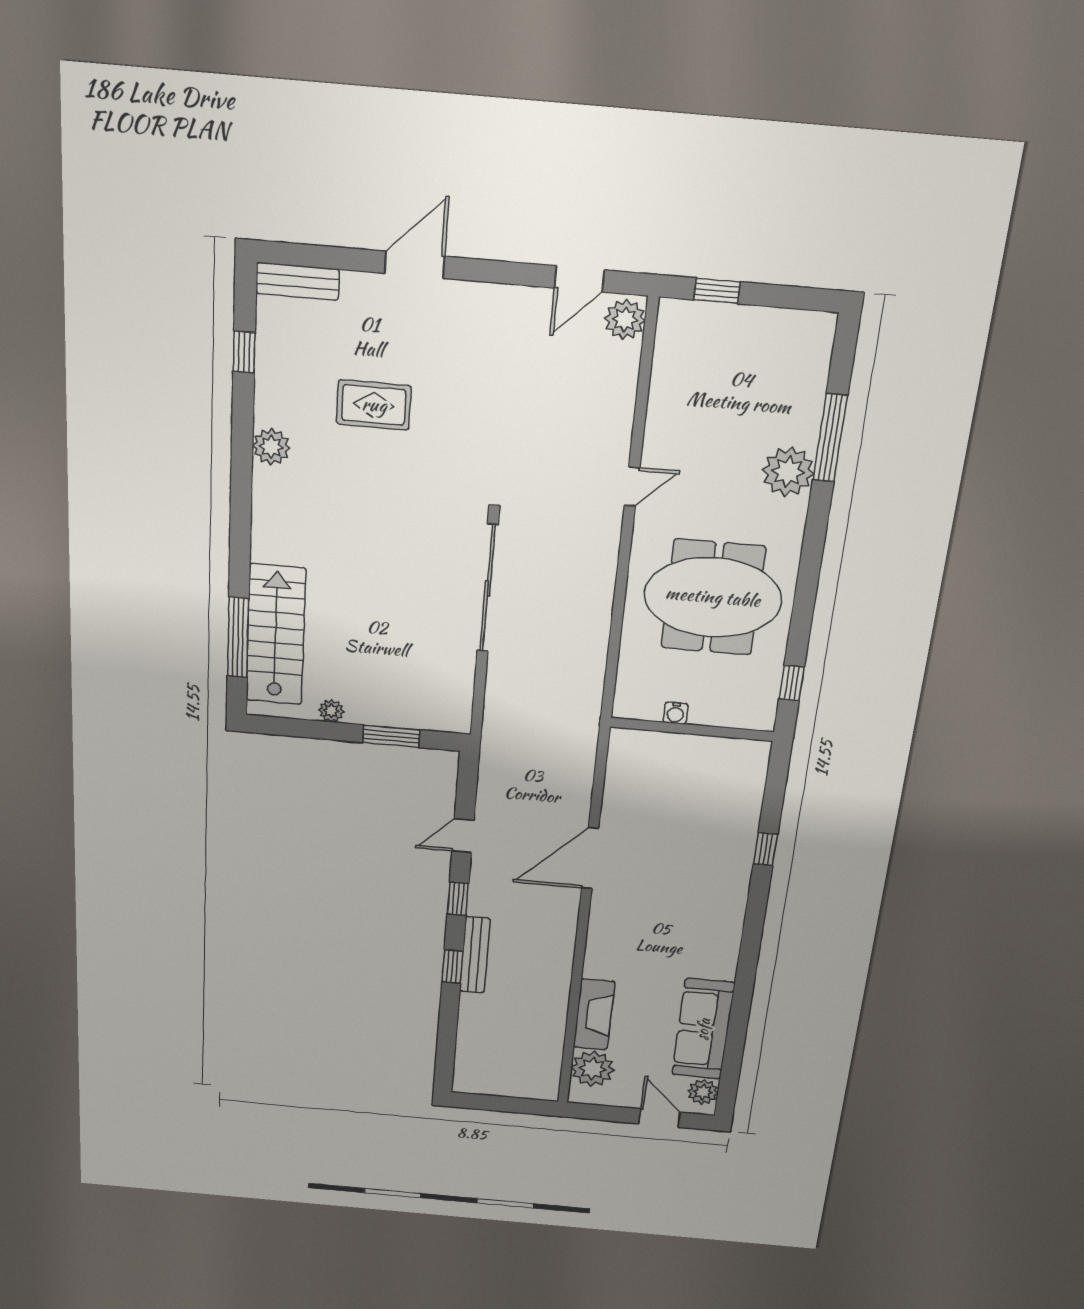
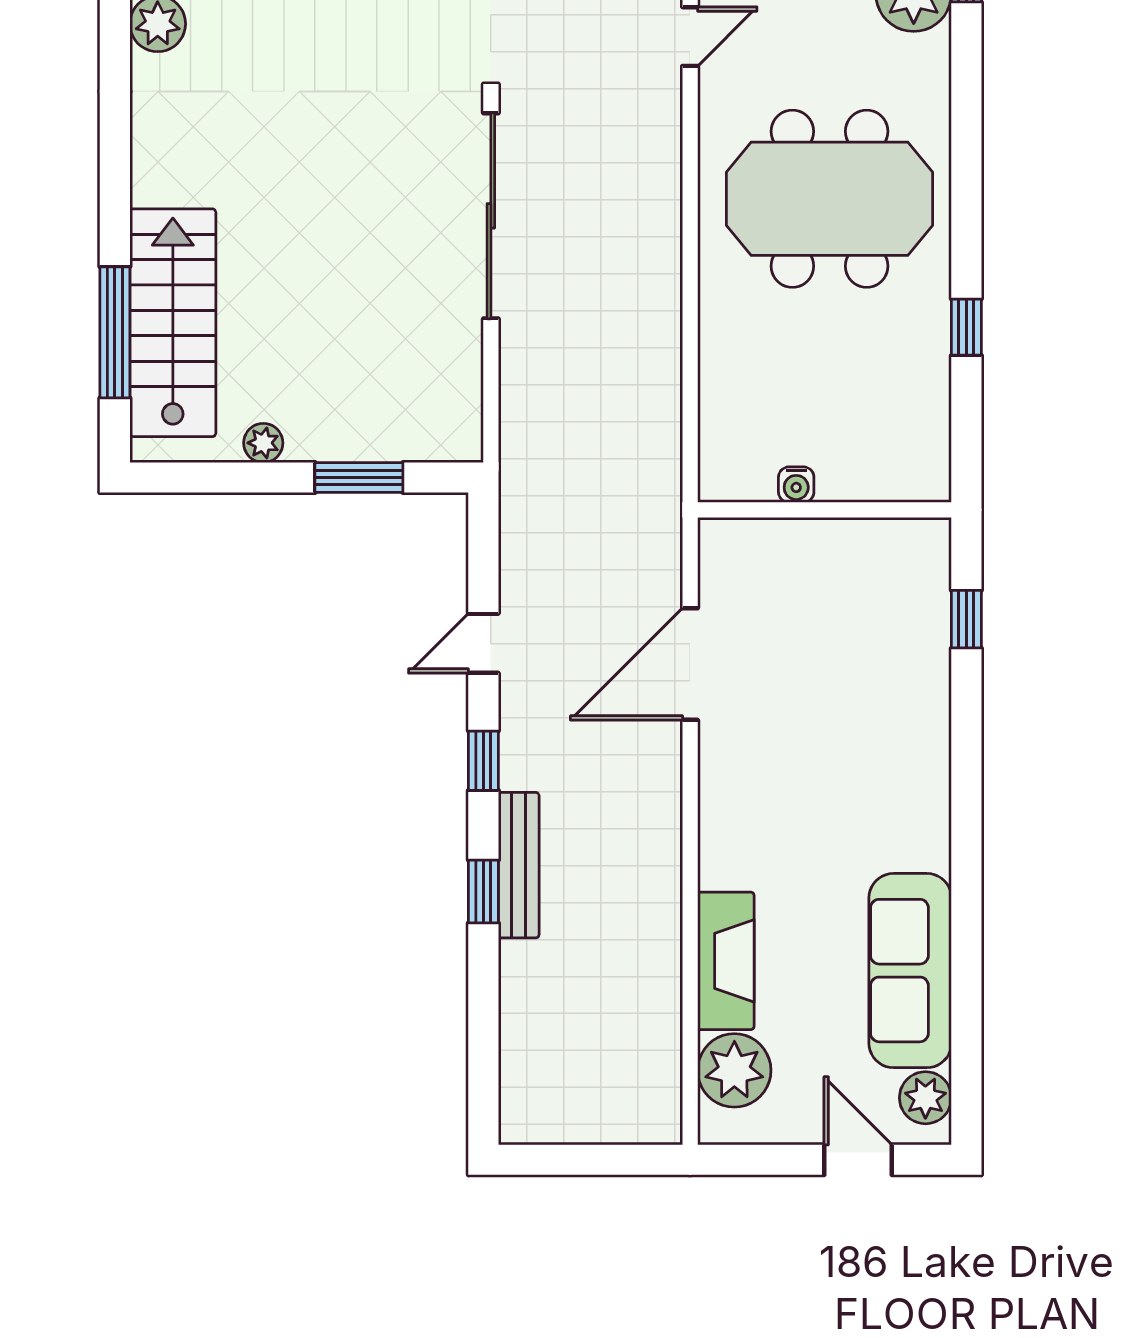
water cooler: (676, 713) -> (796, 485), moved
wall: (692, 729) -> (825, 510), moved

